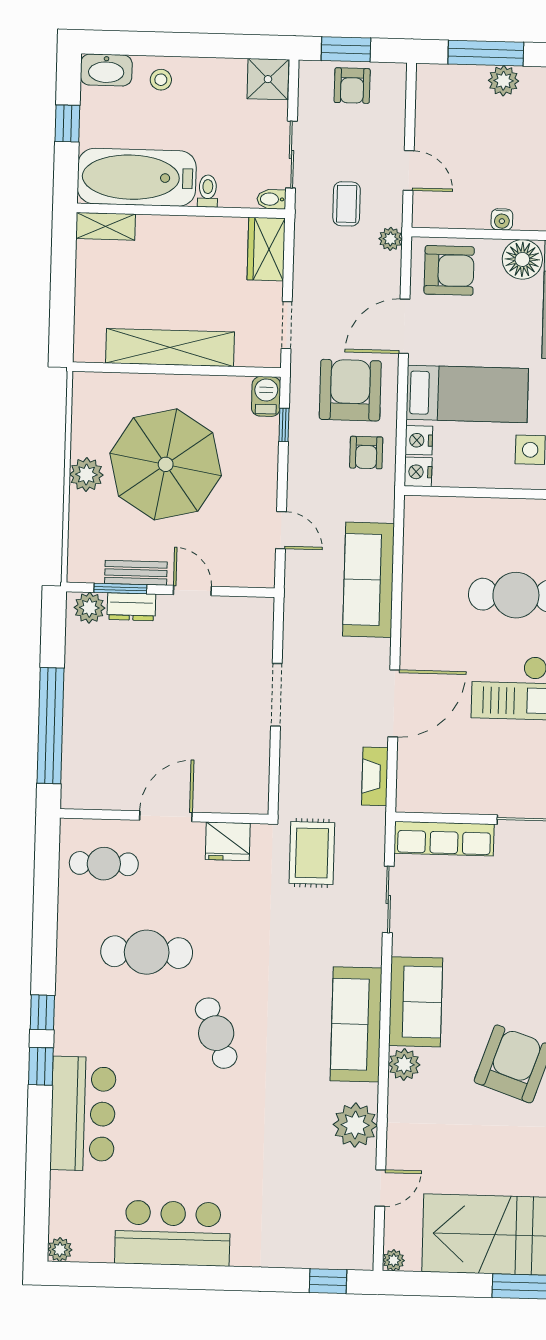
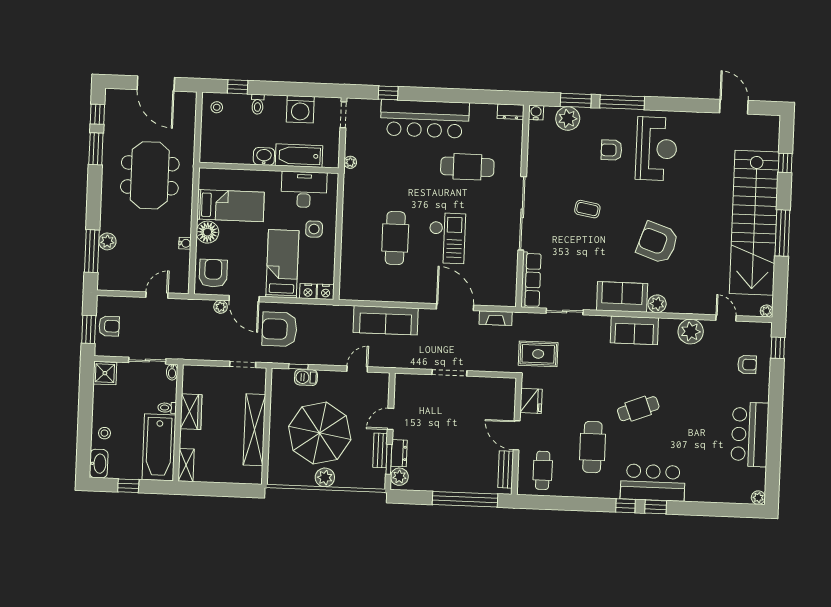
coffee table: (347, 204) -> (175, 330), removed
plant: (390, 239) -> (221, 307), moved
wardrobe: (266, 249) -> (191, 412), moved, turned -90
barbecue: (266, 396) -> (306, 377), moved
armchair: (366, 453) -> (747, 364), moved
bench: (105, 798) -> (506, 469), added
sofa: (356, 1024) -> (634, 330), width x0.73
bar counter: (83, 1114) -> (653, 483), moved

